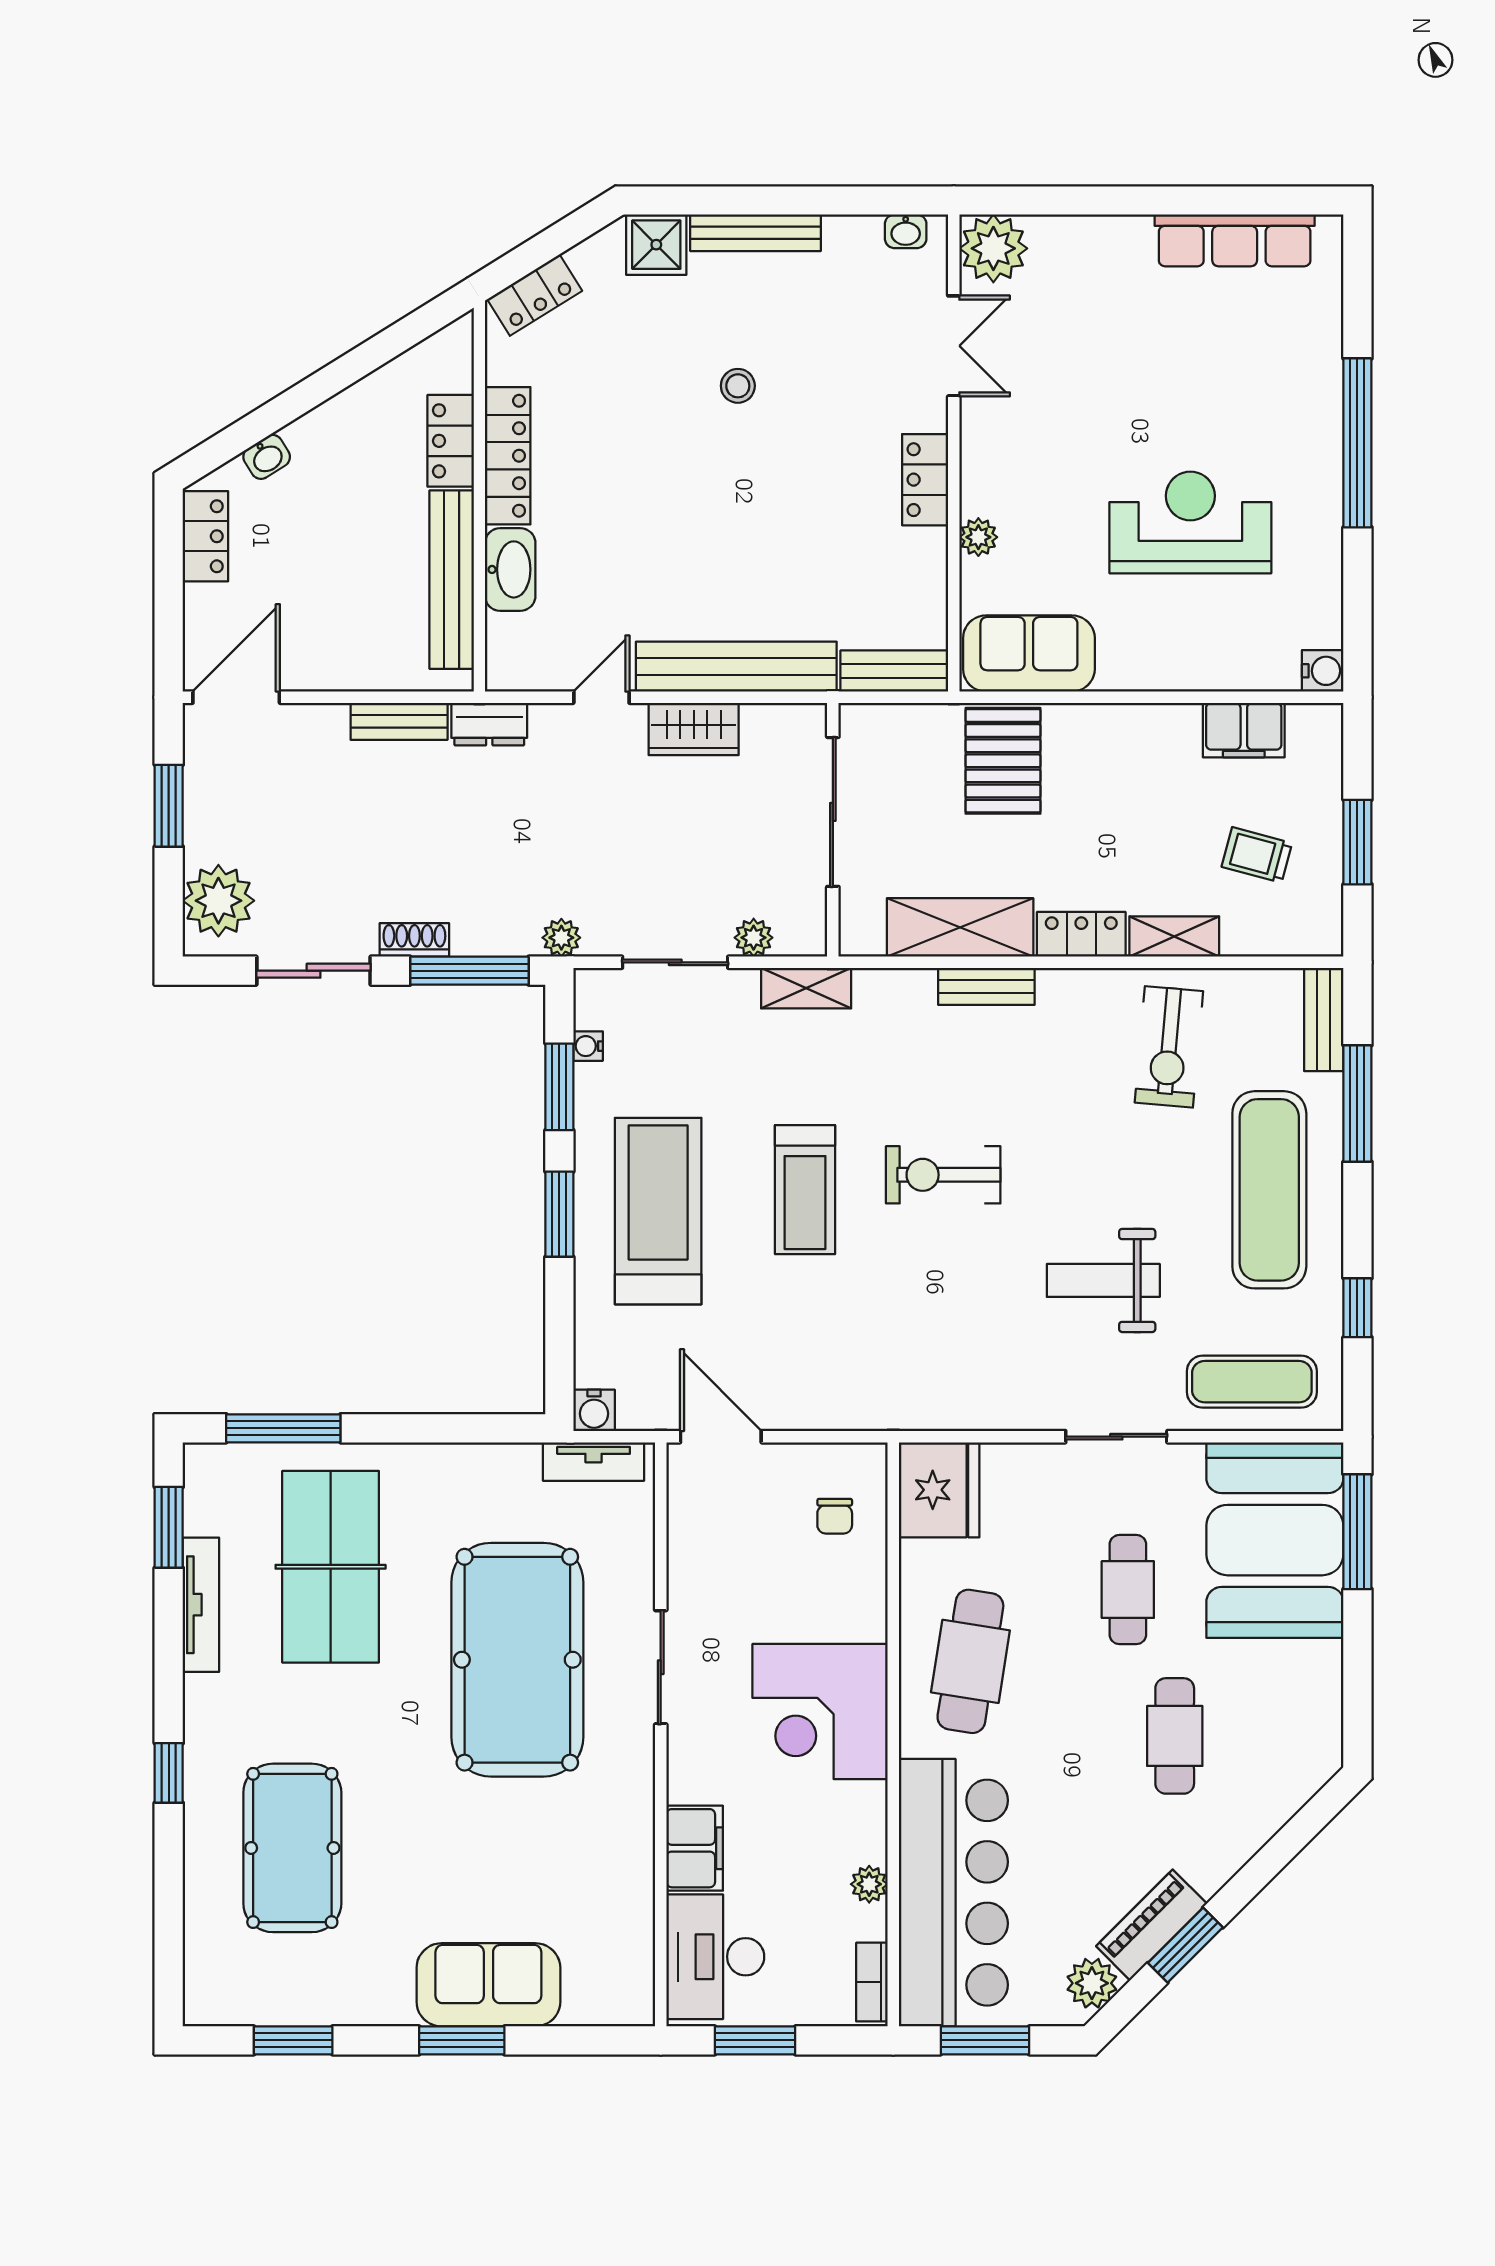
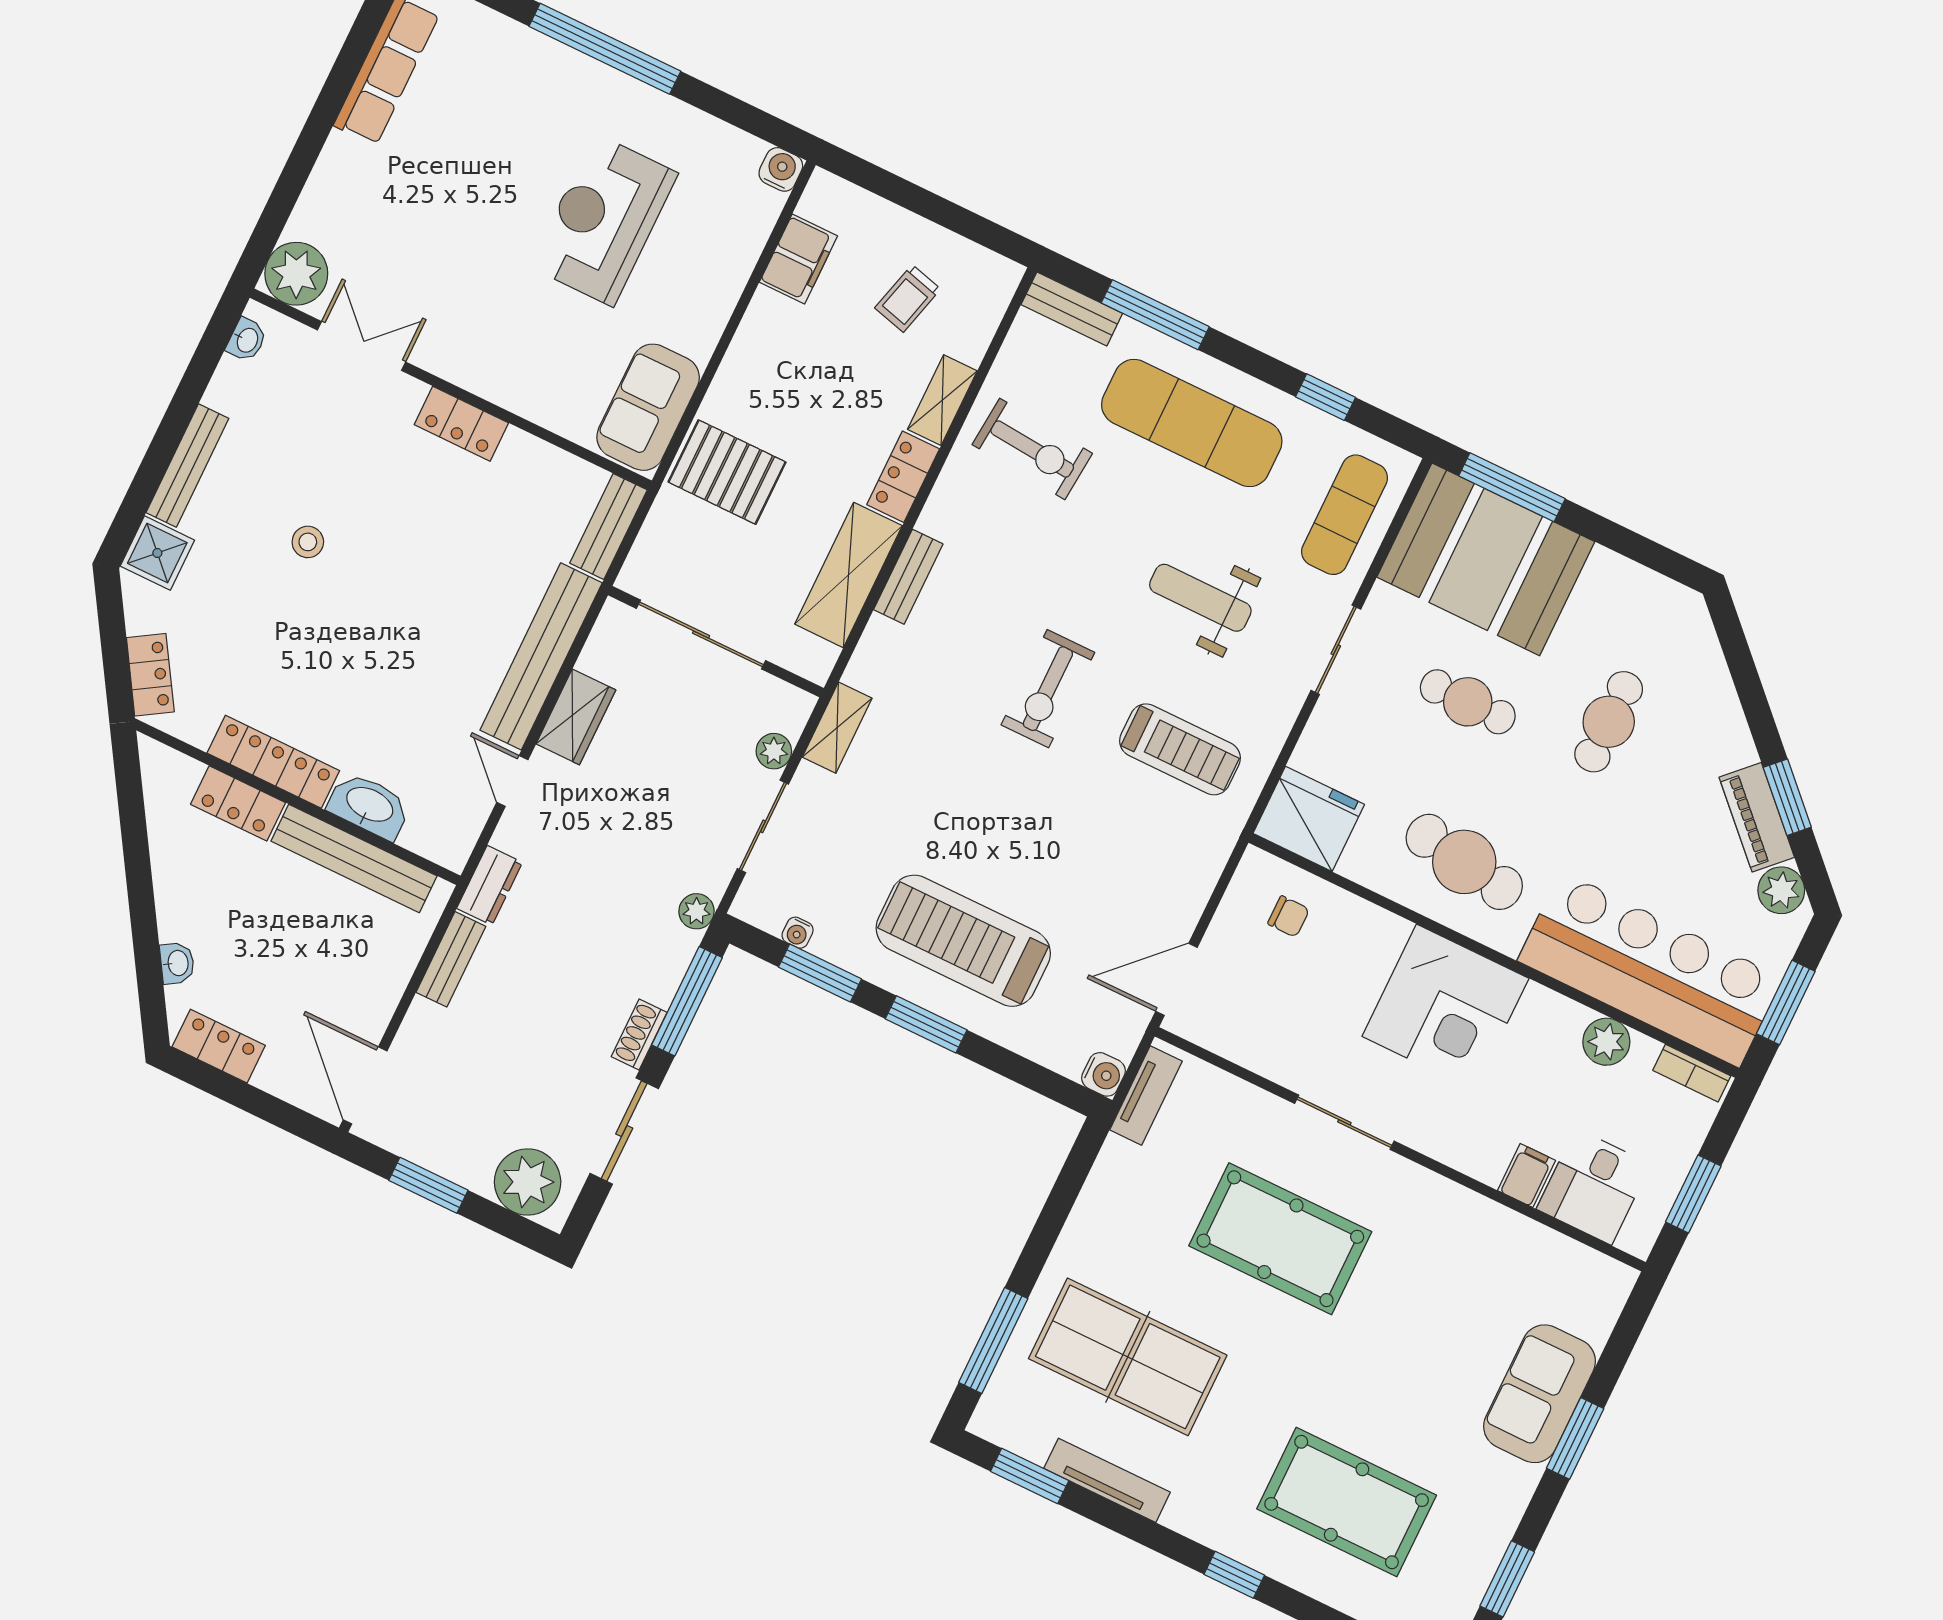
plant: (978, 537) -> (531, 402), removed
window: (1357, 842) -> (937, 209), removed
treadmill: (805, 1190) -> (1180, 749), moved
weight bench: (1103, 1280) -> (1200, 598), turned 90
pool table: (517, 1660) -> (1280, 1239), width x0.73, depth x0.76
cafe table: (1175, 1736) -> (1609, 722), turned 90
filing cabinet: (695, 1848) -> (1527, 1175), width x0.50
plant: (869, 1884) -> (1606, 1042), width x1.38, depth x1.38
desk: (715, 1957) -> (1593, 1187), width x0.73

